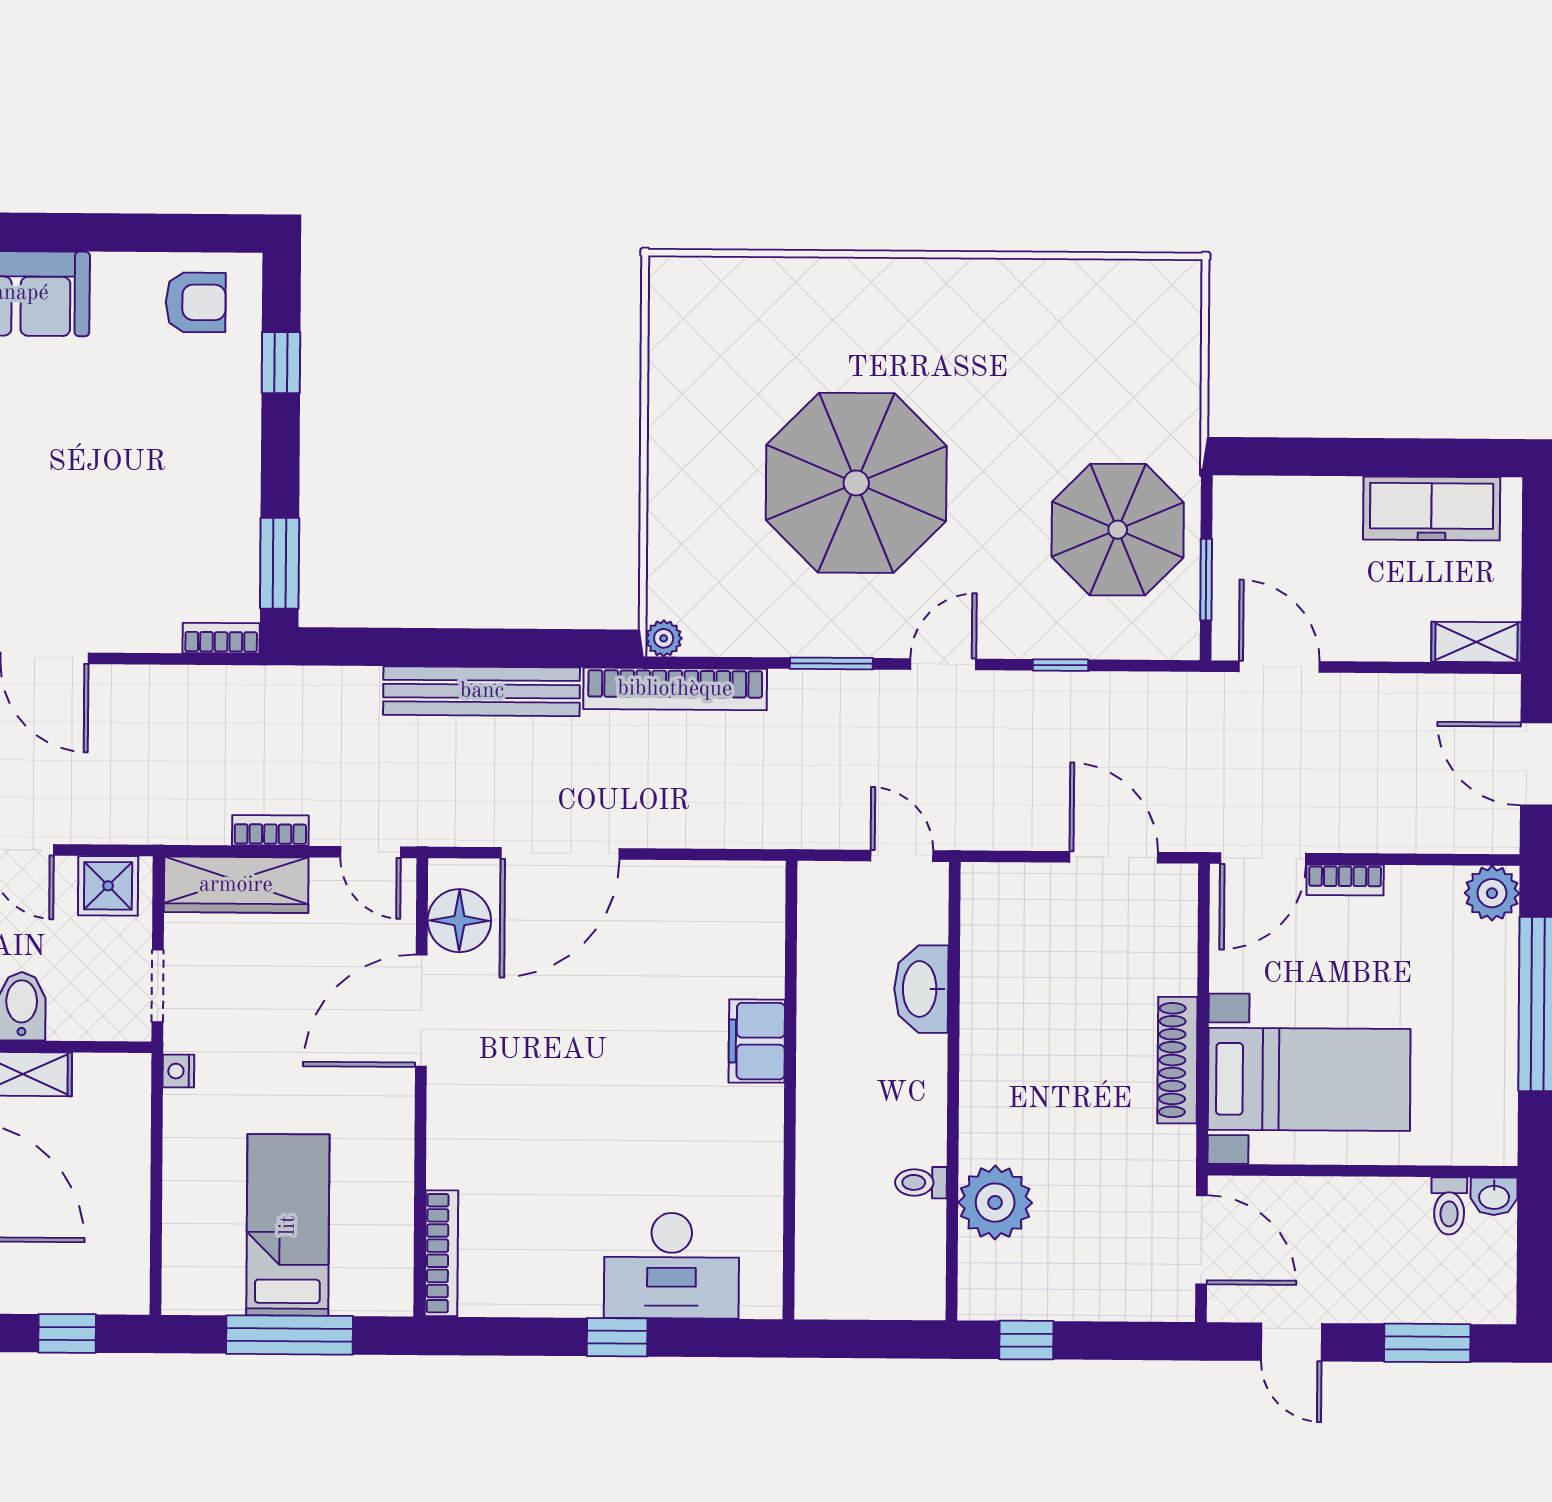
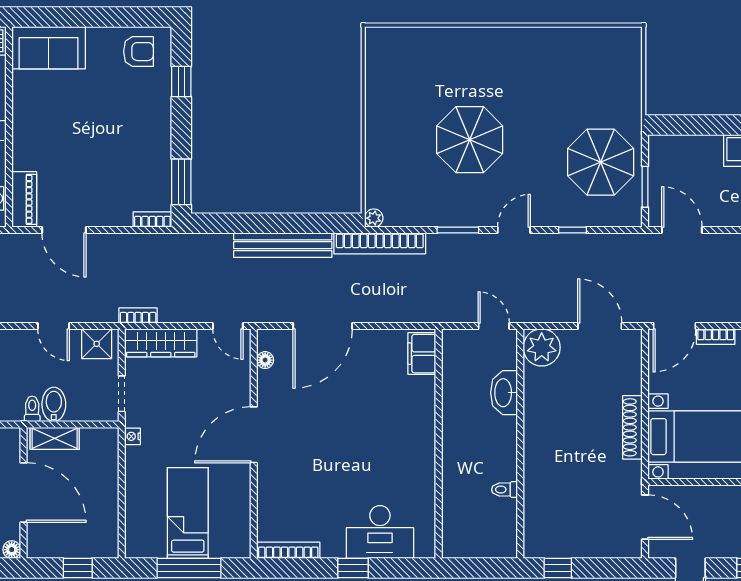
parasol: (856, 483) -> (470, 140), width x0.73, depth x0.73
bookcase: (270, 830) -> (138, 316), moved
floor lamp: (459, 921) -> (265, 360), width x0.53, depth x0.53
door: (421, 1011) -> (254, 435), moved
filing cabinet: (757, 1041) -> (422, 354), moved
plant: (995, 1203) -> (542, 347), moved
bookcase: (441, 1253) -> (288, 550), moved, turned -90

